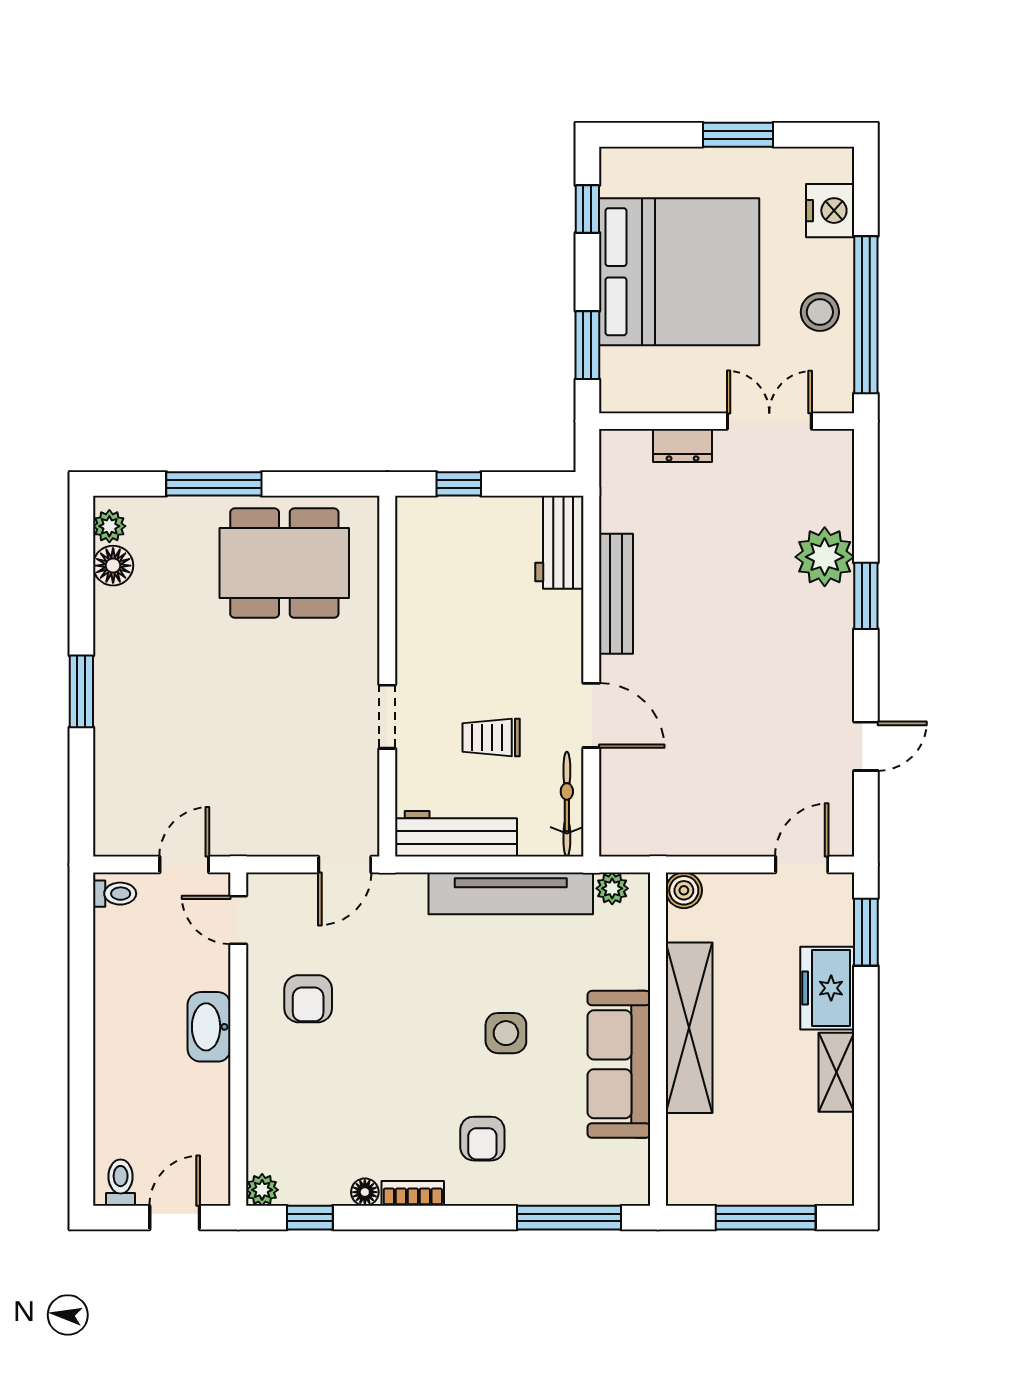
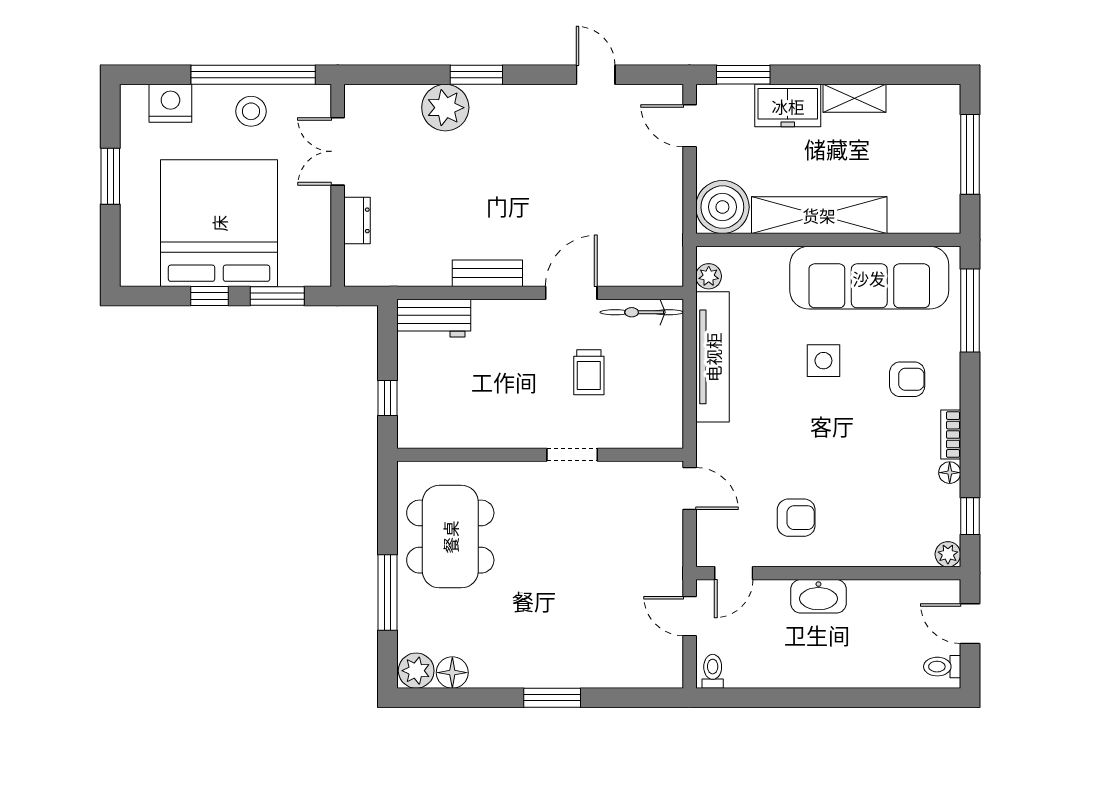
window: (587, 209) -> (209, 296), moved
plant: (109, 526) -> (416, 671), width x1.38, depth x1.38
bench: (616, 594) -> (487, 273), width x0.73
workbench: (456, 834) -> (665, 400), removed
boiler: (684, 890) -> (722, 207), width x1.86, depth x1.86
sofa: (619, 1064) -> (869, 278), width x1.36, depth x1.27

